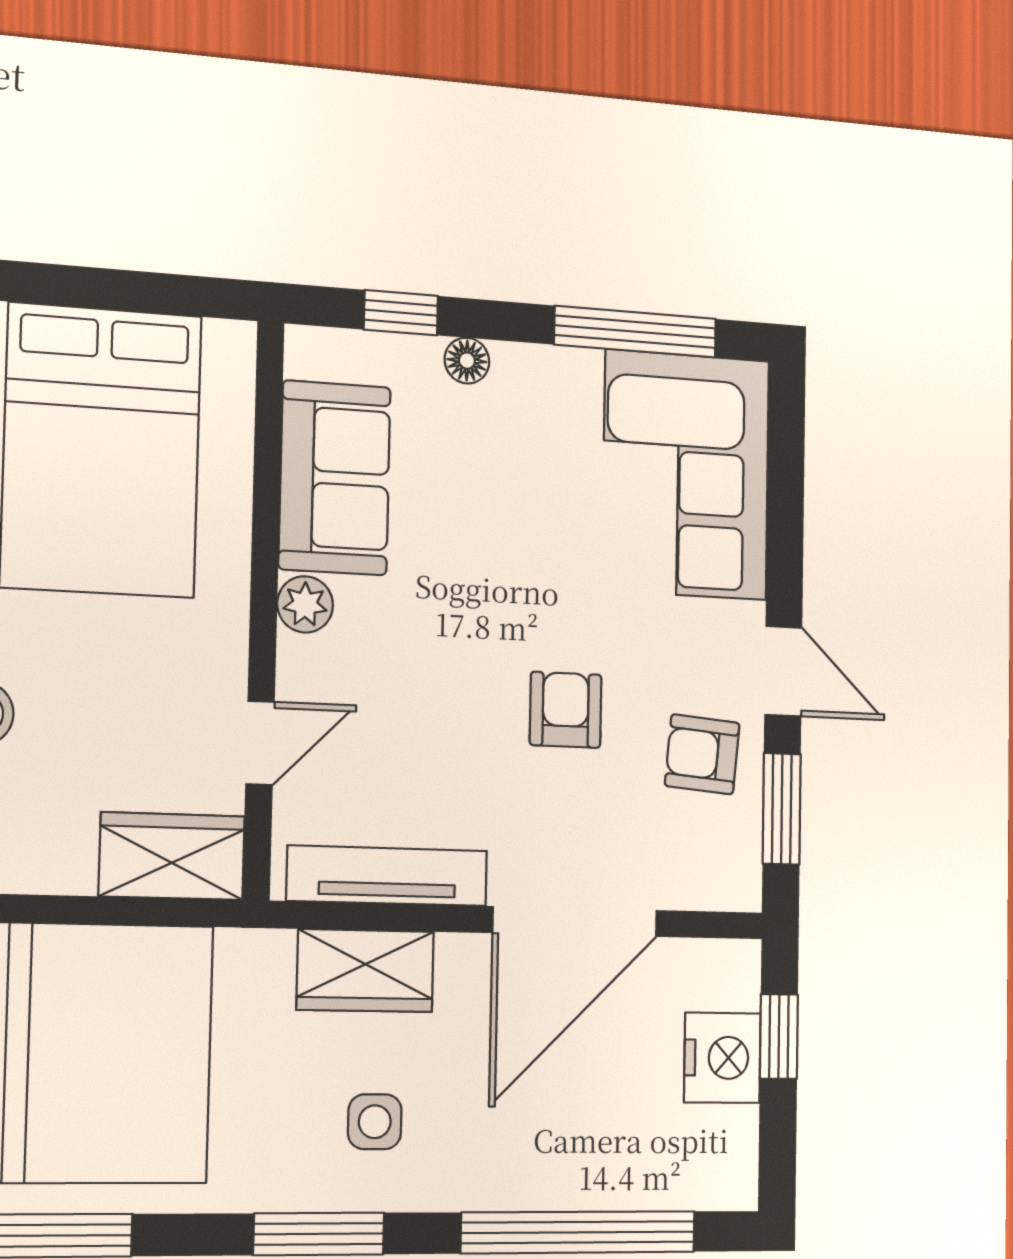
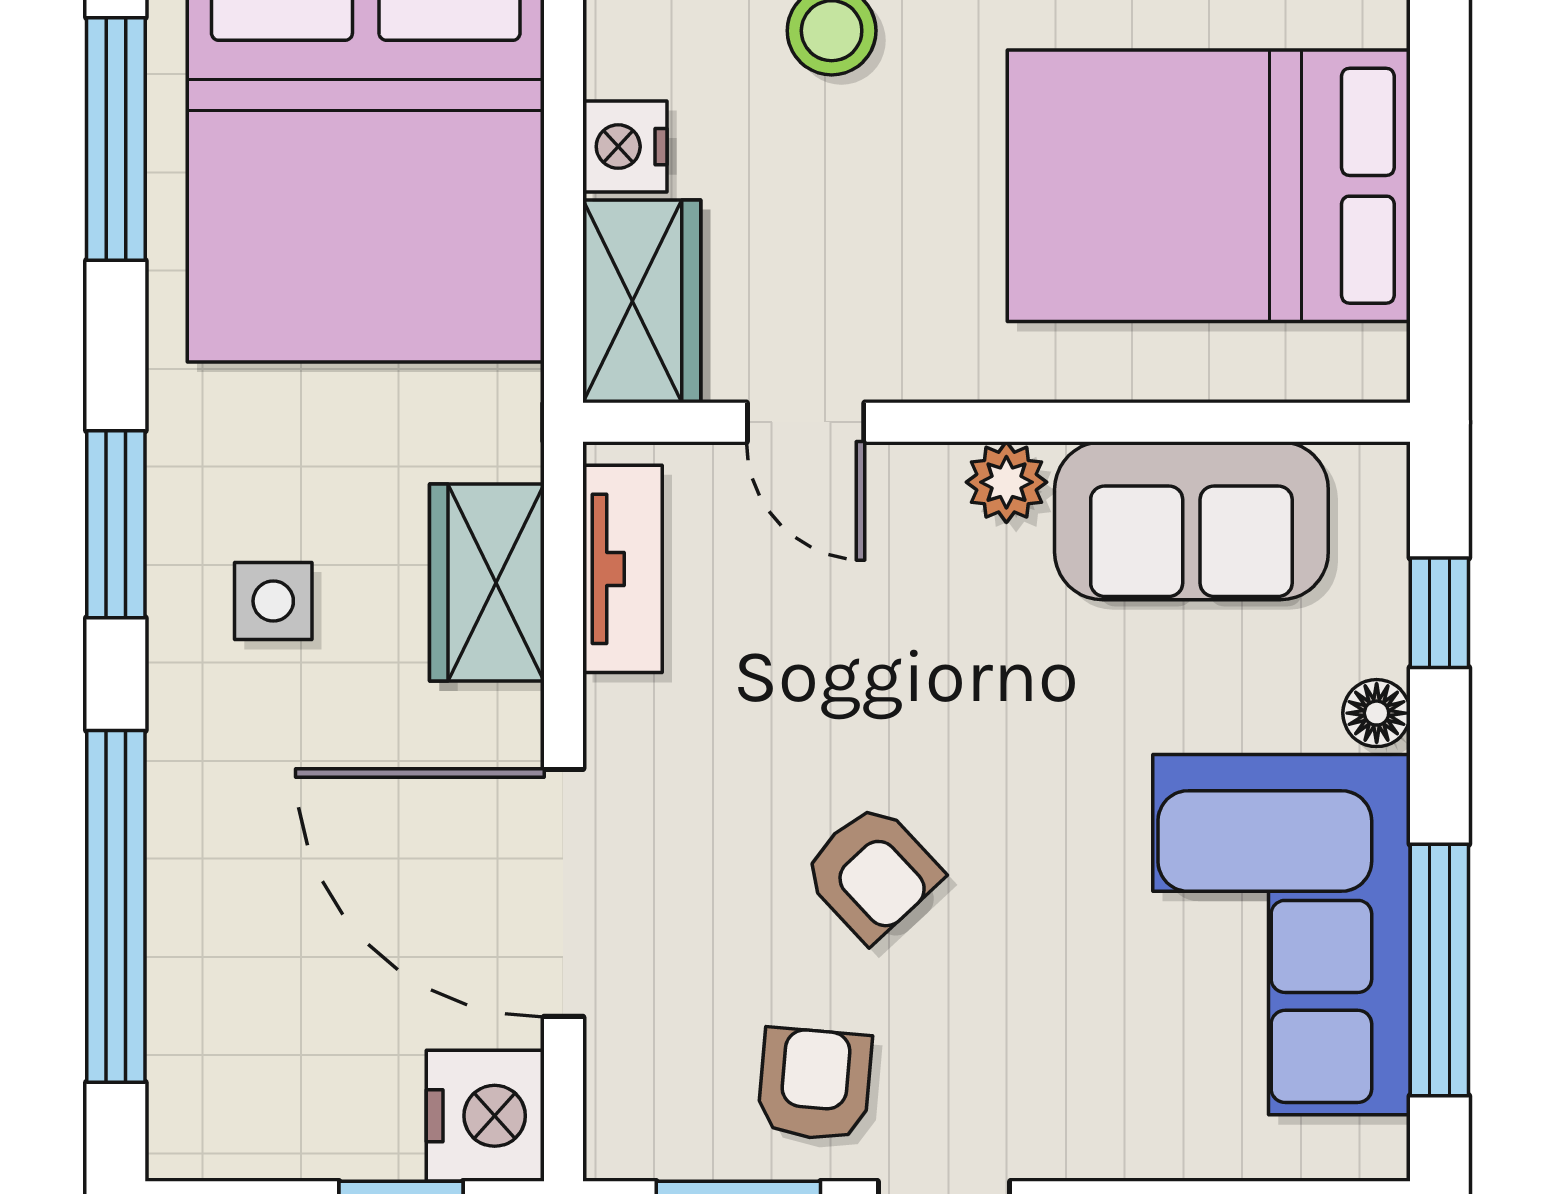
corner sofa: (686, 475) -> (1282, 935), moved, turned -90
armchair: (566, 710) -> (872, 873), turned 47
nightstand: (61, 865) -> (625, 147), added
tv unit: (387, 876) -> (623, 569), width x0.71
nightstand: (722, 1058) -> (485, 1116), moved, turned -90

